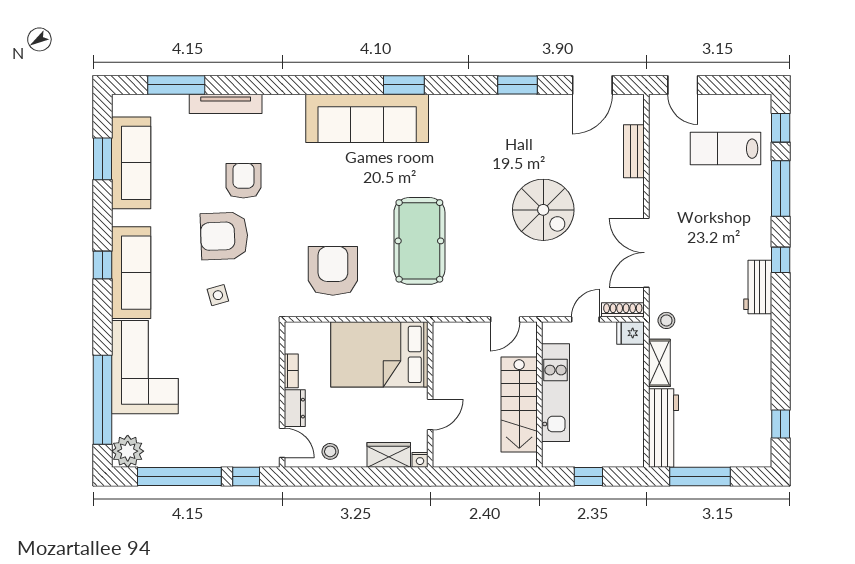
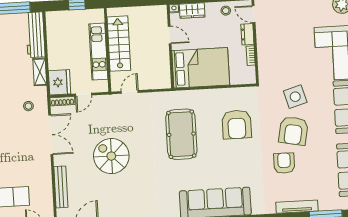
bench: (634, 151) -> (61, 187), width x1.36
armchair: (243, 181) -> (284, 163), turned 180
armchair: (224, 236) -> (293, 131), turned 103
armchair: (333, 271) -> (237, 124), moved
side table: (218, 295) -> (295, 97), width x1.87, depth x1.87
stool: (666, 320) -> (28, 106), moved
fridge: (631, 333) -> (60, 82), width x1.88, depth x1.34
door: (430, 415) -> (170, 35), swing flipped

